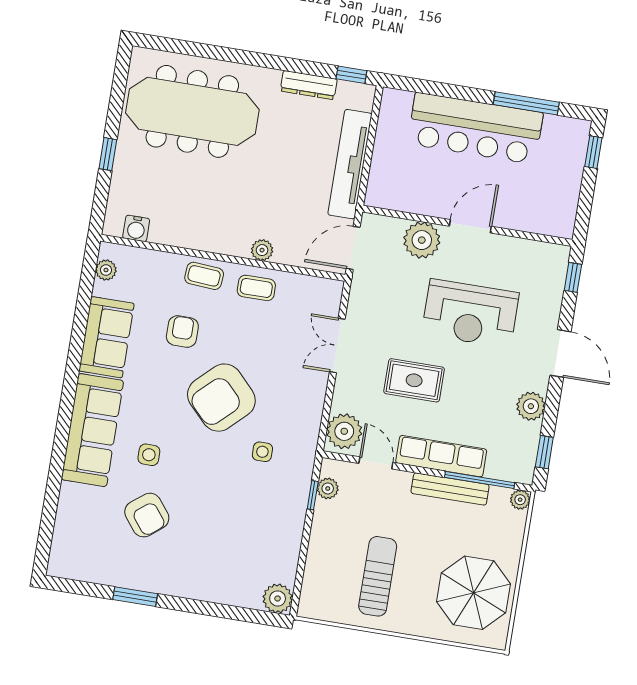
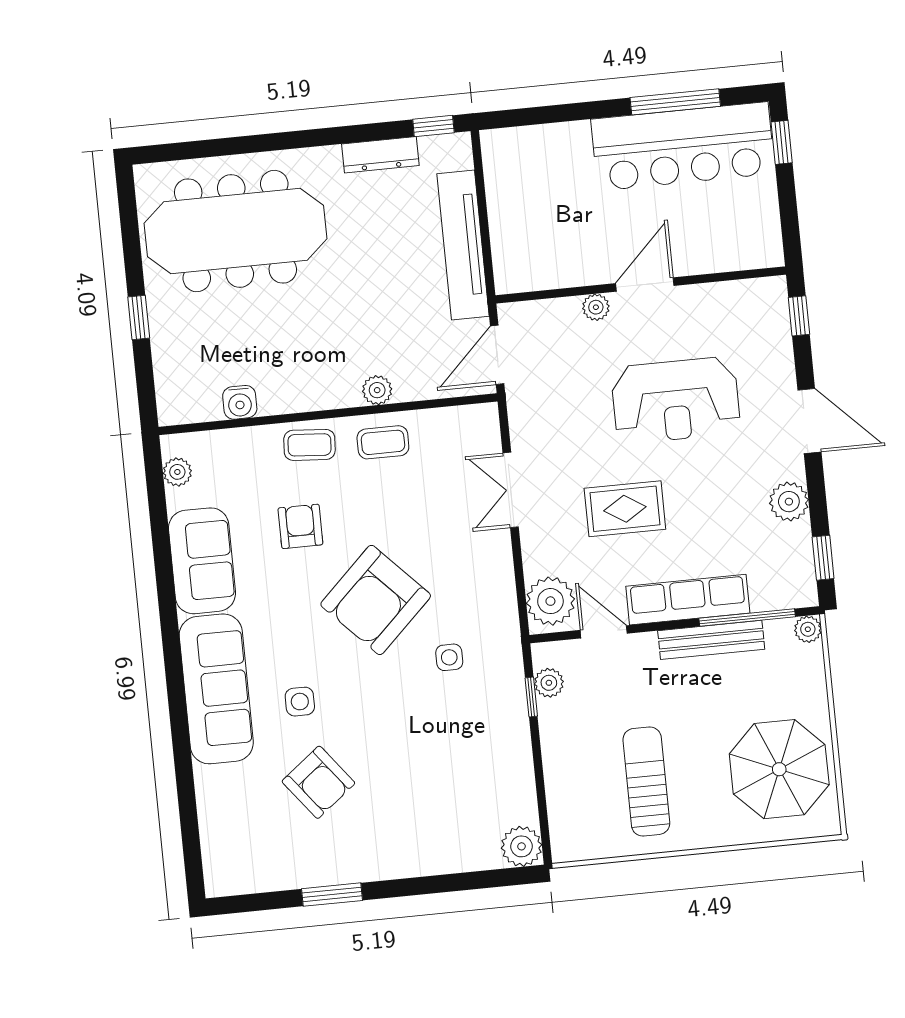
bar counter: (475, 128) -> (683, 146), moved
water cooler: (136, 228) -> (240, 402), moved
plant: (422, 240) -> (596, 307), width x0.53, depth x0.53

